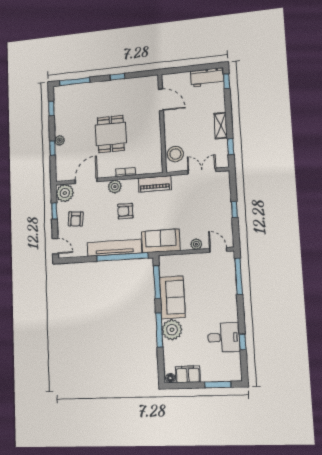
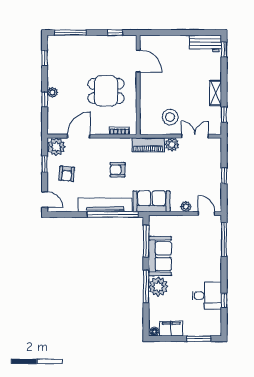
door: (161, 100) -> (138, 61), moved
wall: (162, 123) -> (138, 85), moved
dining table: (111, 134) -> (106, 91), turned 90
plant: (115, 187) -> (172, 144), moved

